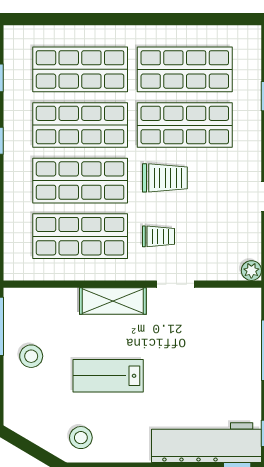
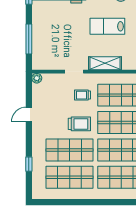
trolley: (165, 178) -> (79, 124), turned 180
lab bench: (108, 376) -> (107, 26), turned 180

